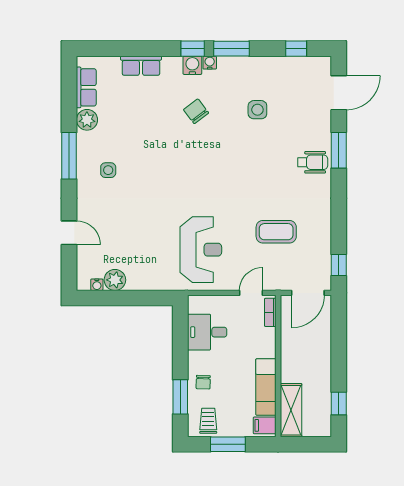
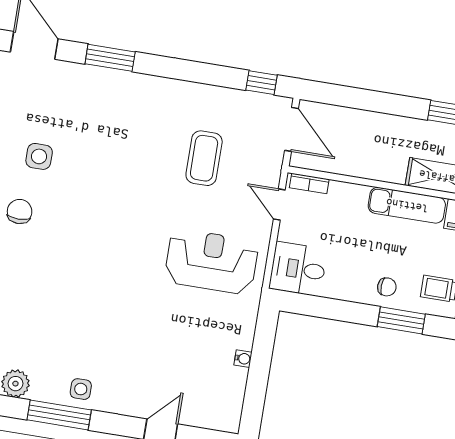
chair: (196, 111) -> (20, 211), moved, turned 127
wheelchair: (313, 162) -> (120, 95), removed
side table: (108, 170) -> (81, 389), moved
plant: (115, 280) -> (233, 381), removed
water cooler: (97, 285) -> (243, 359), moved
desk: (207, 332) -> (298, 269), moved, turned 90

